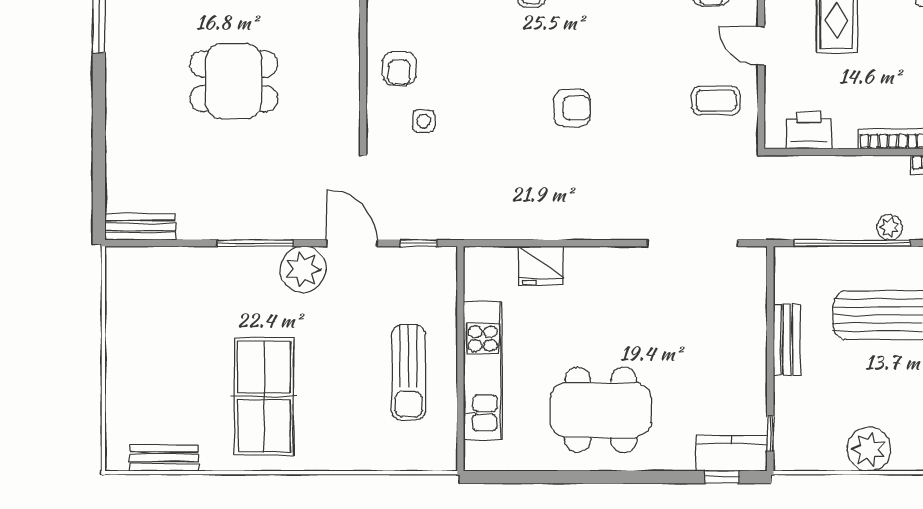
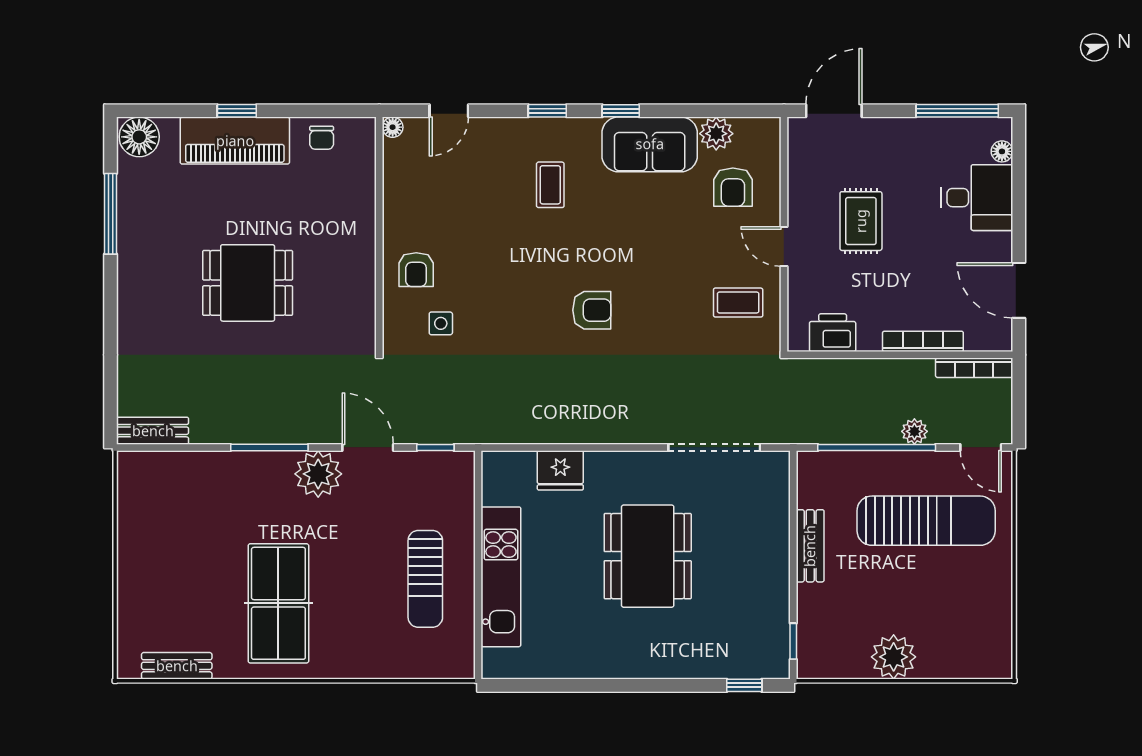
dining table: (601, 410) -> (648, 556), moved, turned 90
kitchen counter: (732, 453) -> (754, 661), removed

